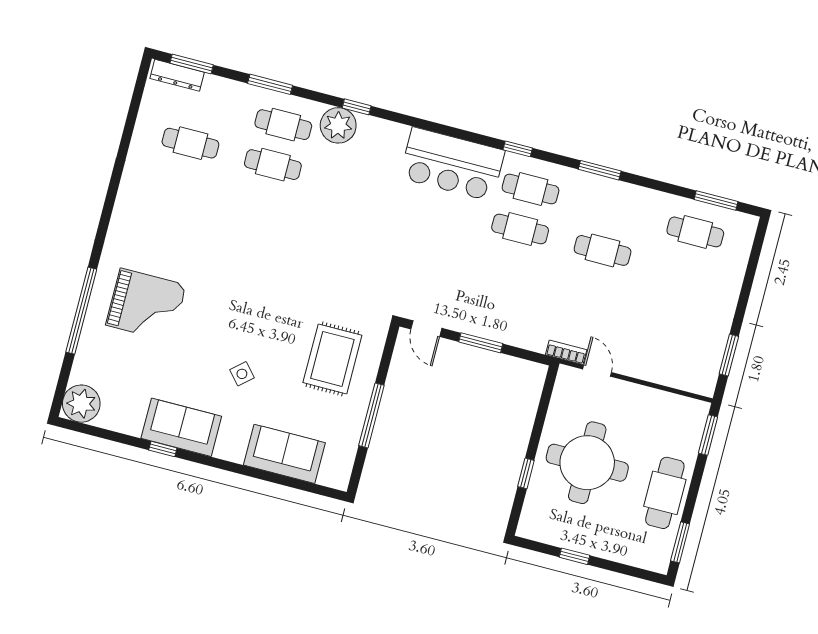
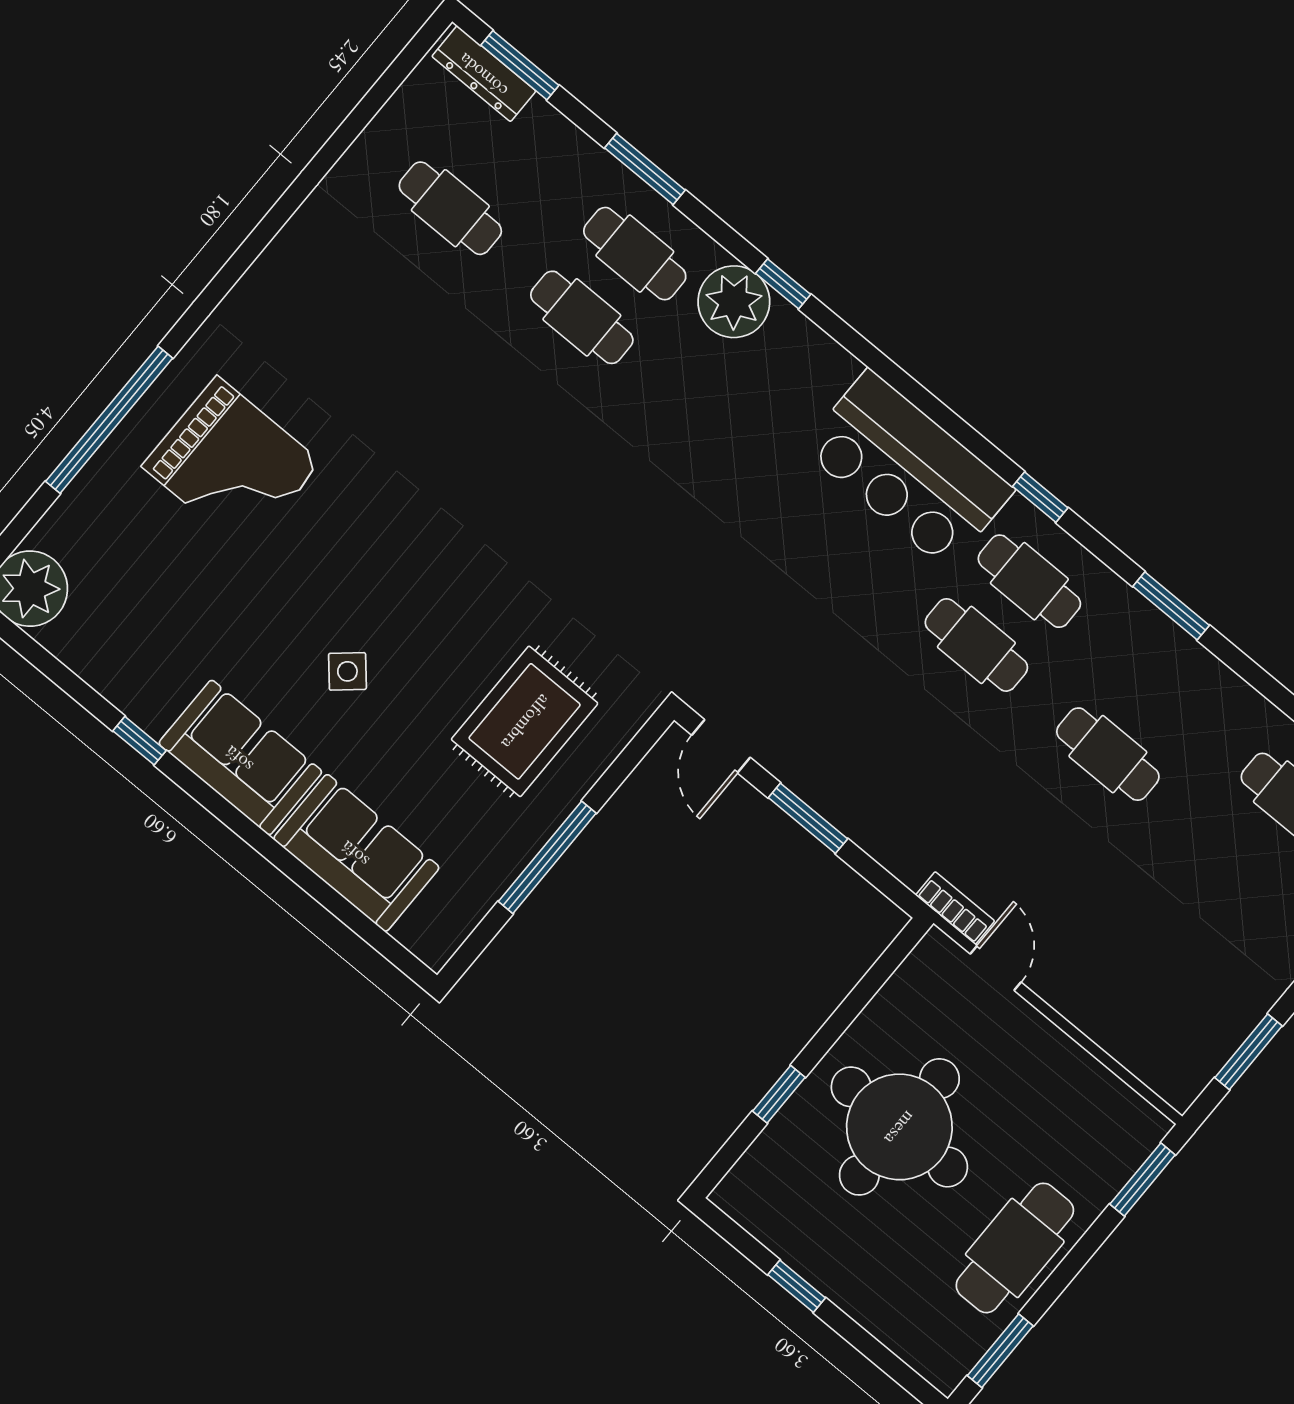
sofa: (181, 427) -> (240, 758), moved

